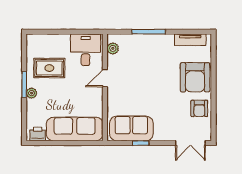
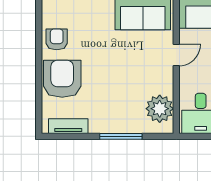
plant: (113, 48) -> (160, 109), width x1.88, depth x1.88
door: (105, 78) -> (176, 55), moved

